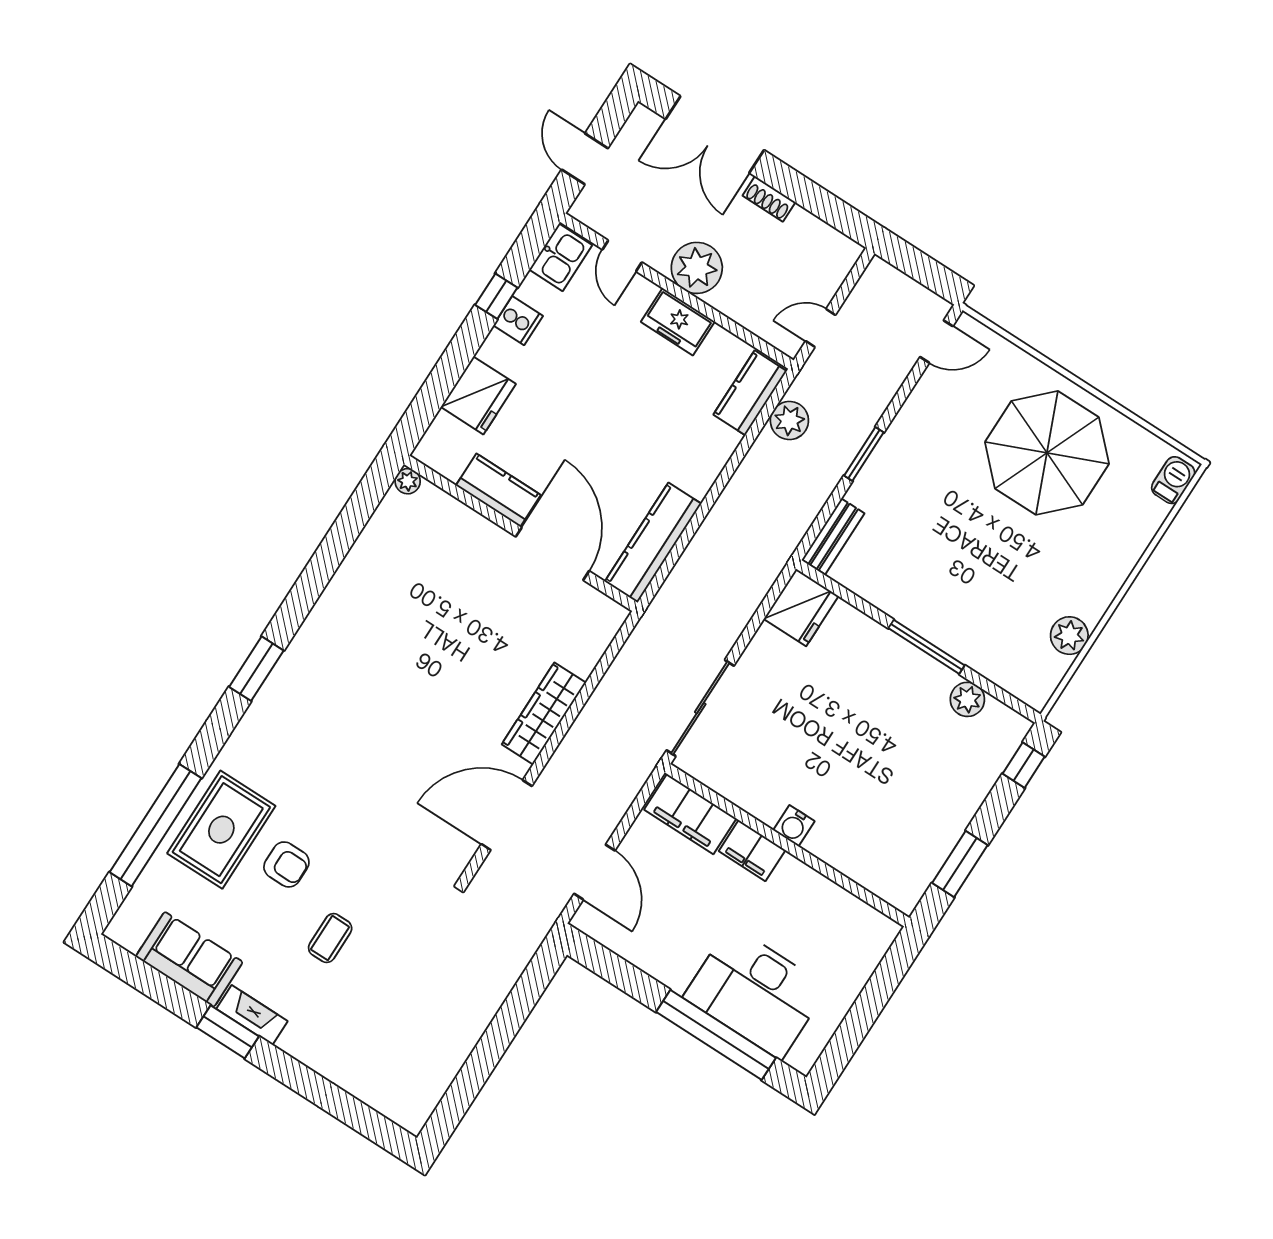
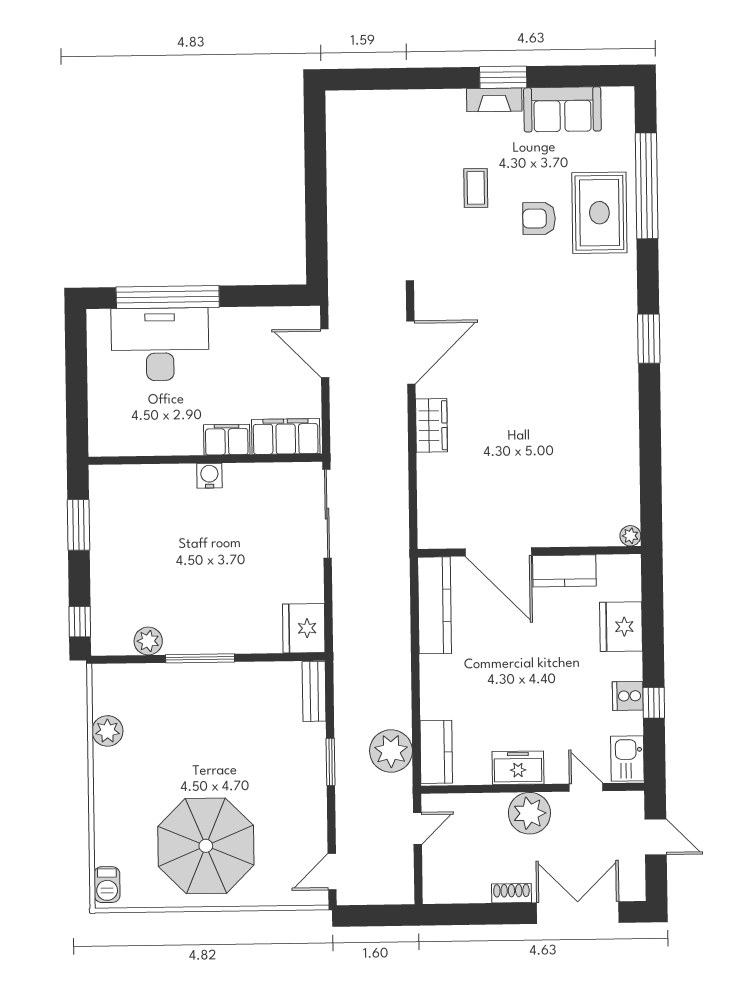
plant: (789, 421) -> (391, 751), width x1.36, depth x1.36
wardrobe: (544, 714) -> (431, 425), width x0.67

